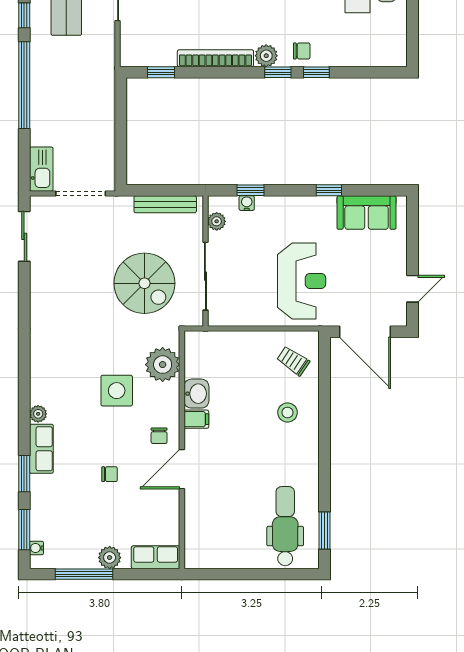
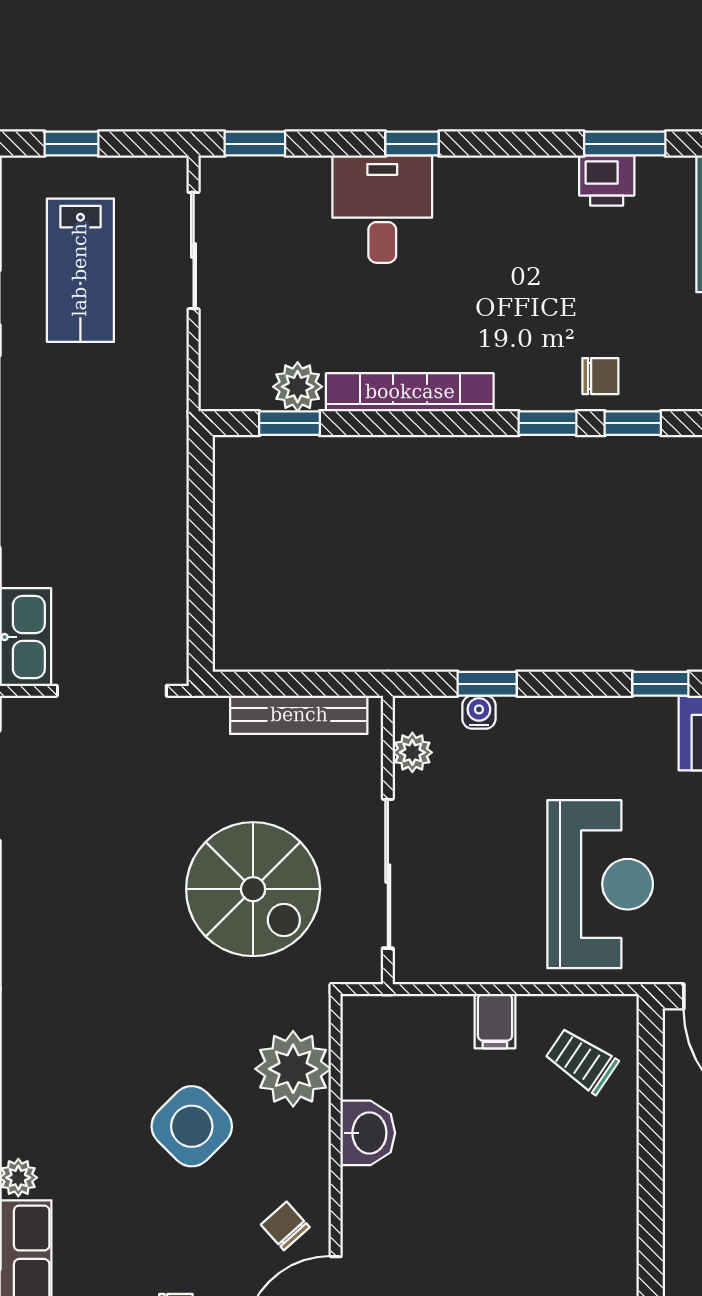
plant: (266, 56) -> (298, 387), moved
side table: (117, 391) -> (192, 1126), turned 45
stool: (287, 412) -> (569, 1175), removed
filing cabinet: (196, 419) -> (495, 1021), moved, turned 90
chair: (159, 436) -> (285, 1226), turned 138

